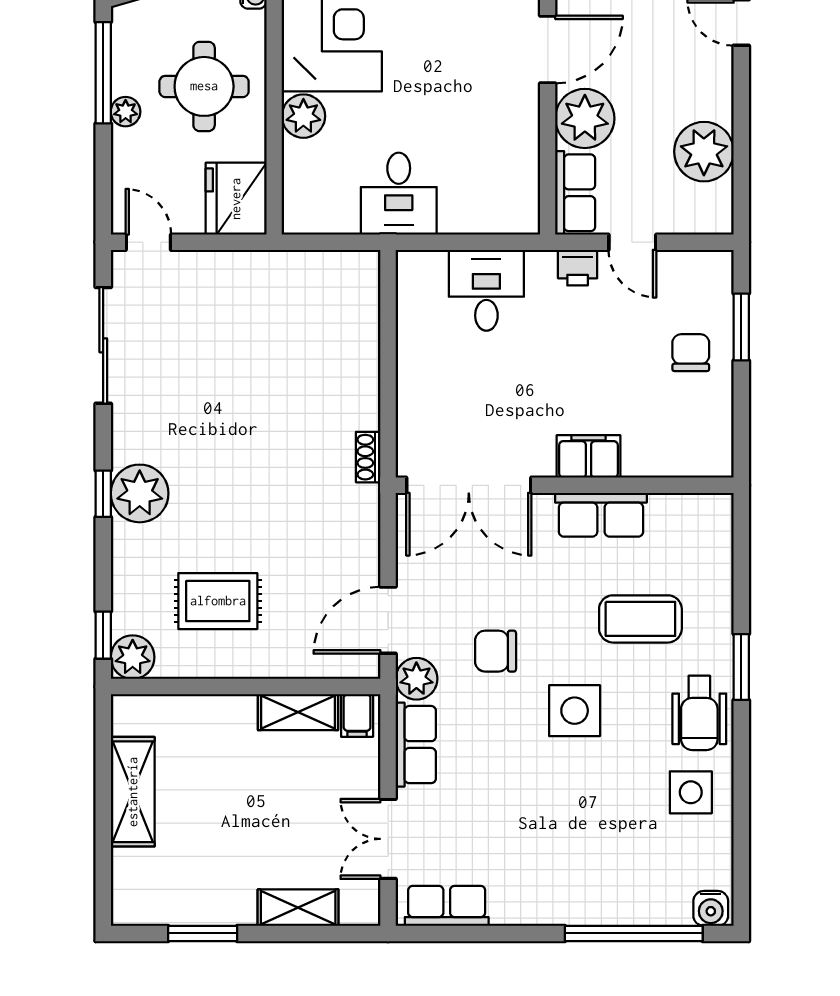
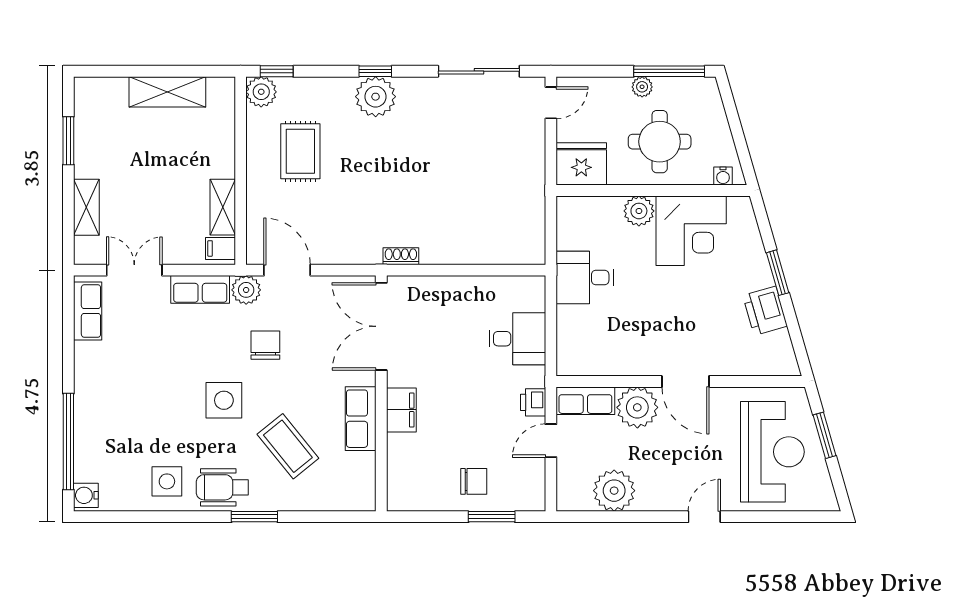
coffee table: (640, 619) -> (288, 446), turned -39

